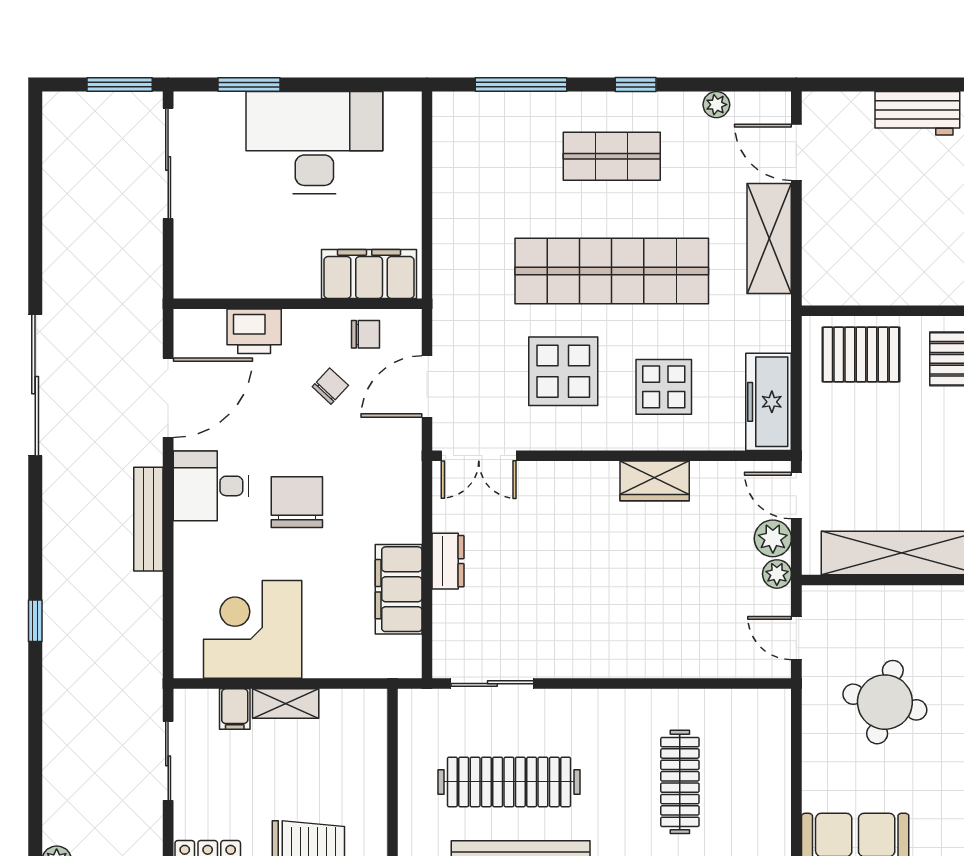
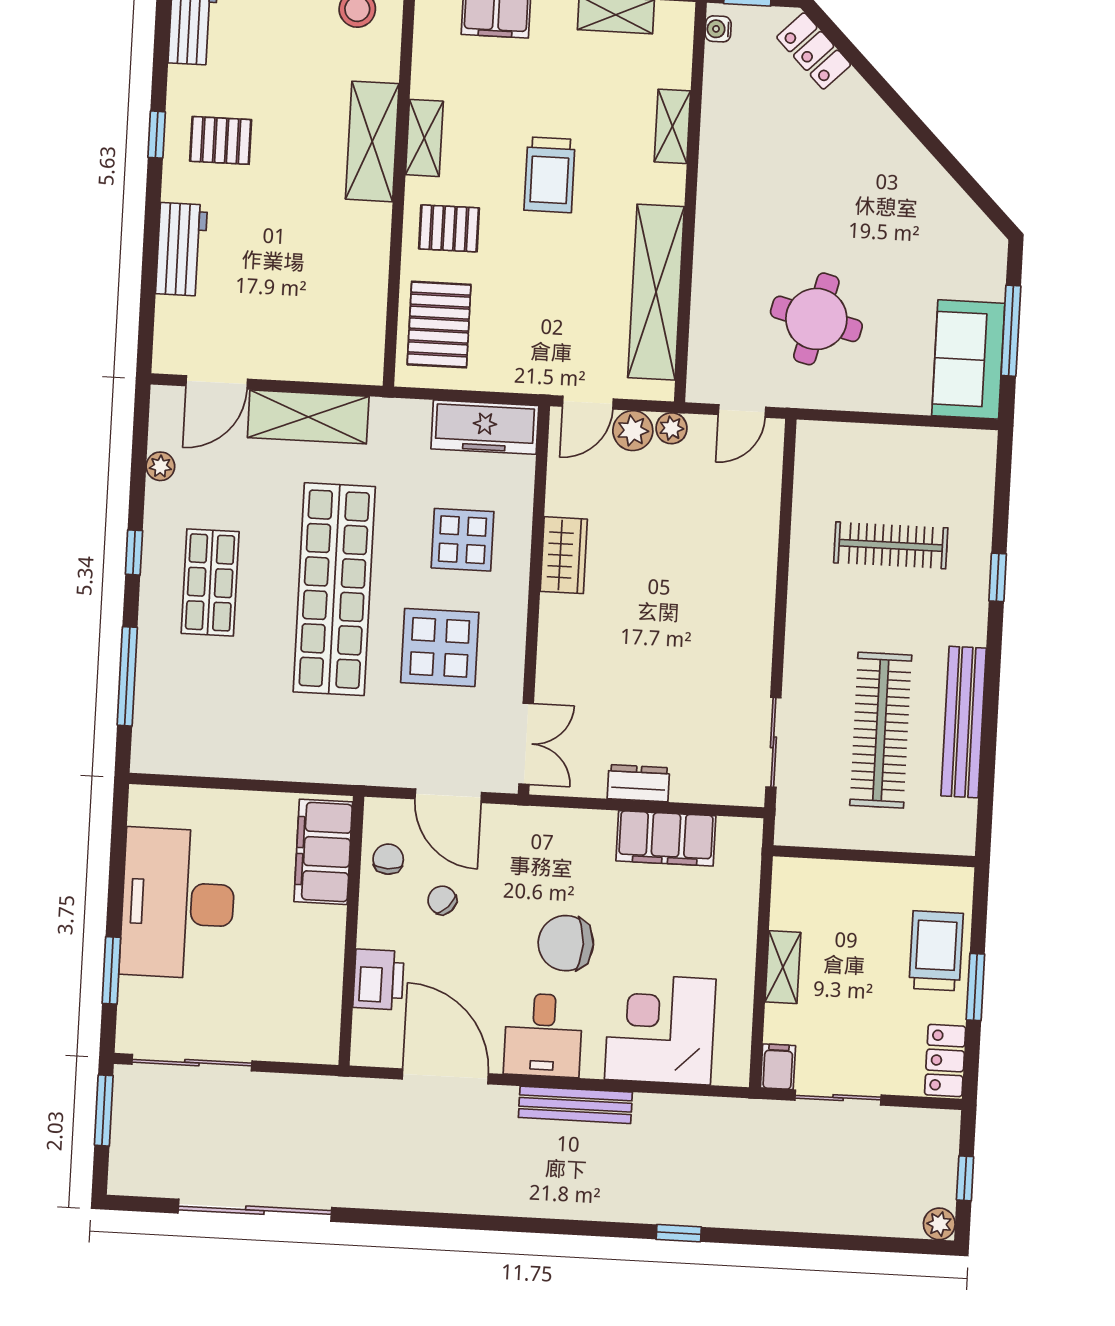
sliding door: (35, 385) -> (255, 1210), moved
corner desk: (253, 629) -> (660, 1029), moved, turned 90
filing cabinet: (235, 709) -> (778, 1067), moved, turned -90

